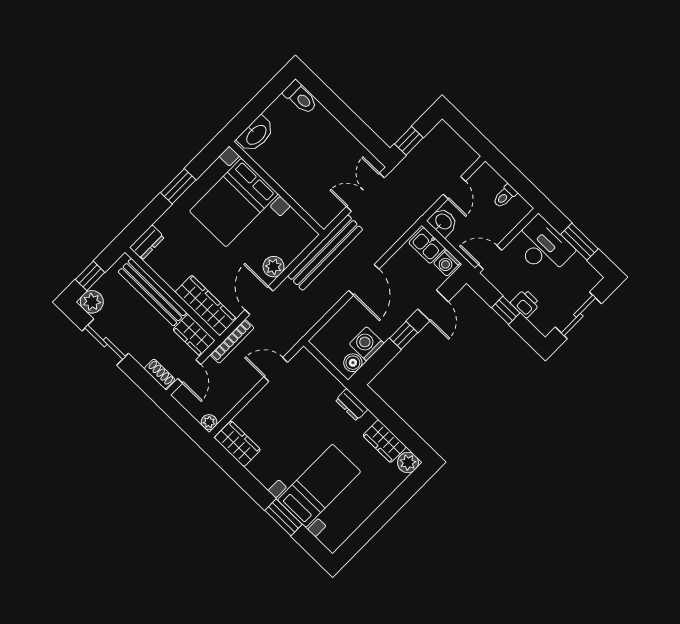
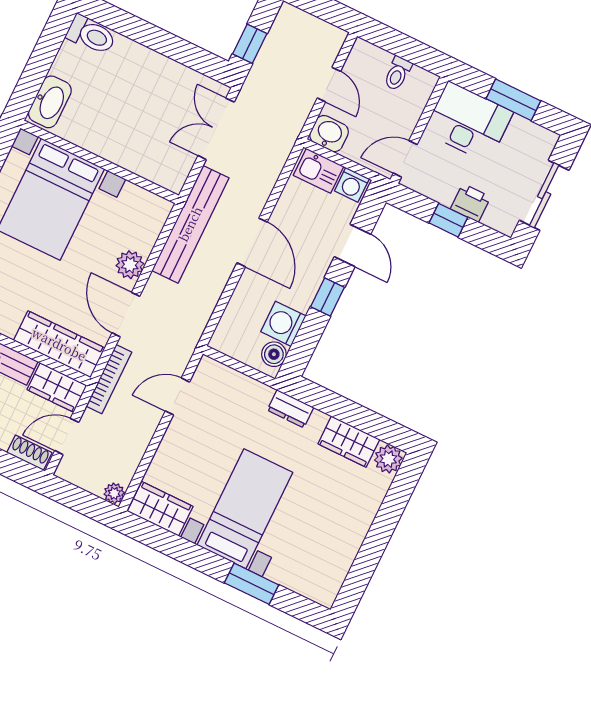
door: (189, 371) -> (67, 436), swing flipped
bed with nightstands: (319, 486) -> (245, 509), moved

